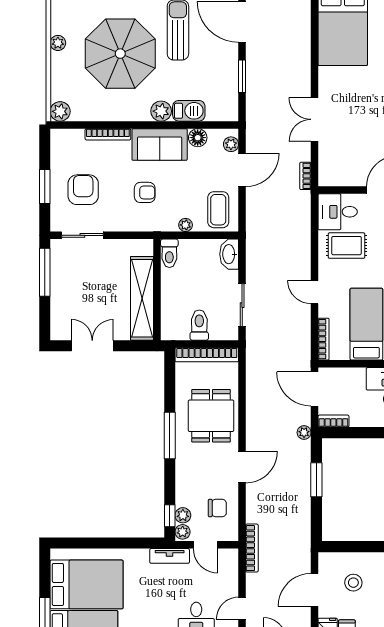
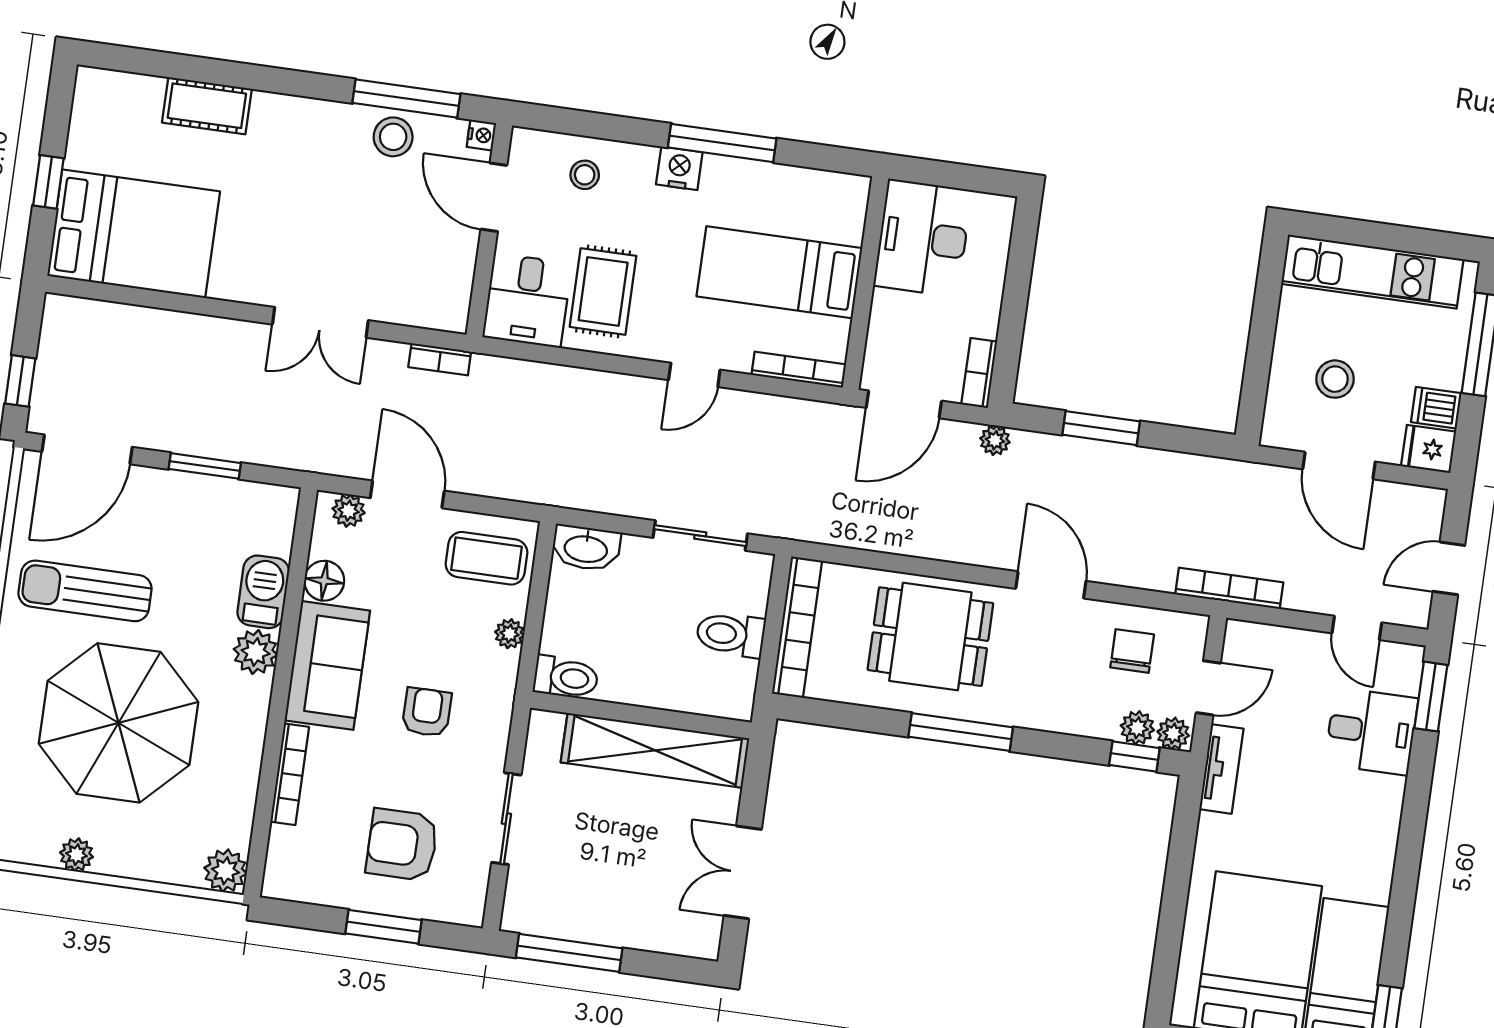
sliding door: (82, 235) -> (506, 819), moved

